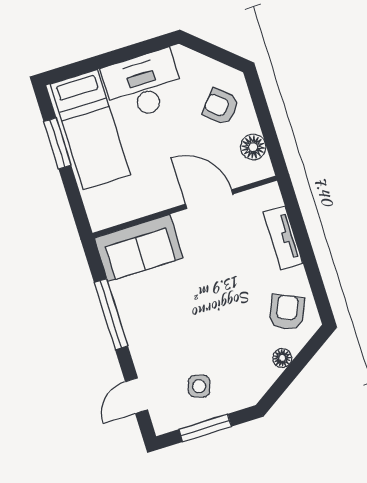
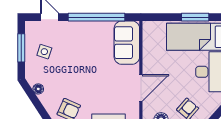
window: (111, 314) -> (97, 17), width x1.46
floor lamp: (282, 358) -> (38, 89), moved

